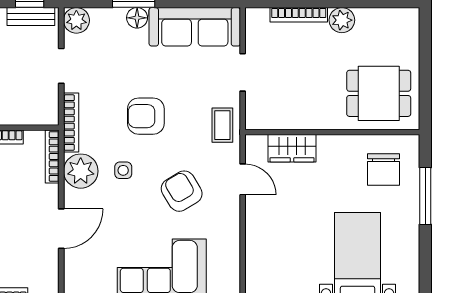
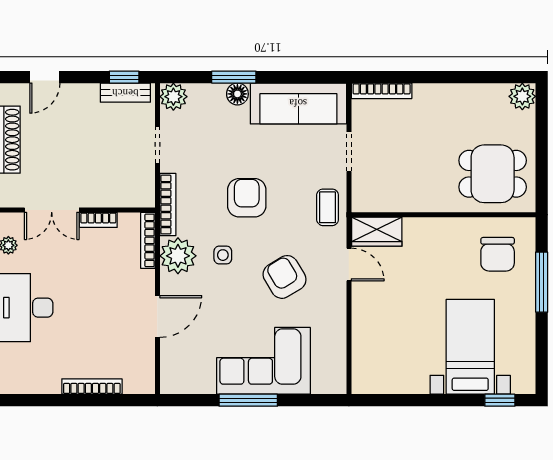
bookcase: (299, 15) -> (382, 91), moved
plant: (342, 20) -> (522, 96), moved
armchair: (146, 116) -> (247, 198), turned 90
wardrobe: (292, 148) -> (377, 232), moved

